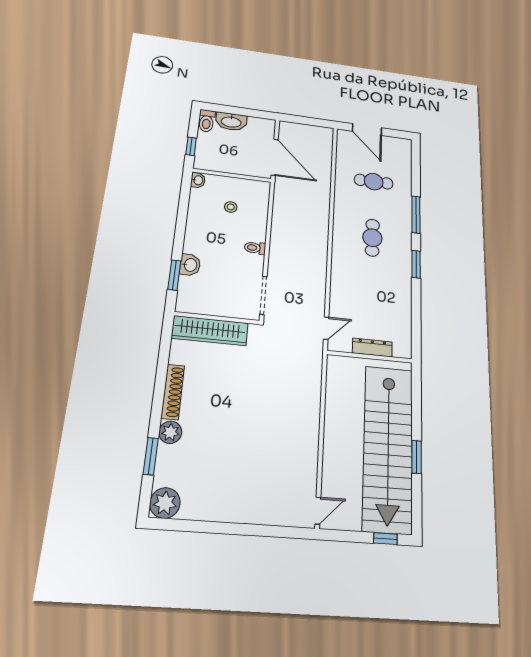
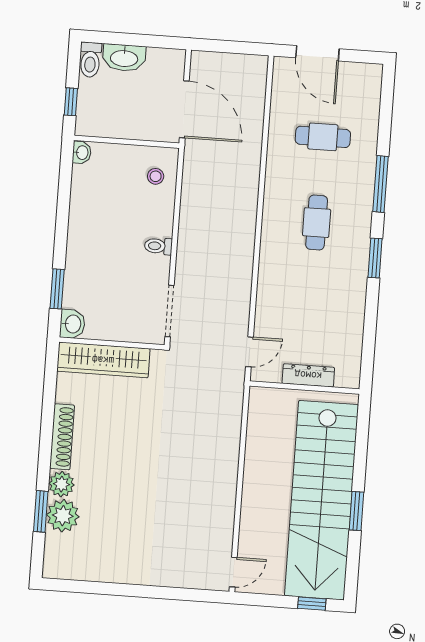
stool: (231, 207) -> (156, 176), moved
washbasin: (190, 265) -> (72, 324), moved
plant: (165, 503) -> (63, 516), moved

